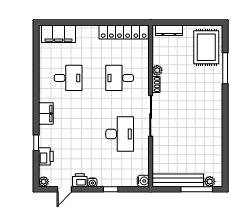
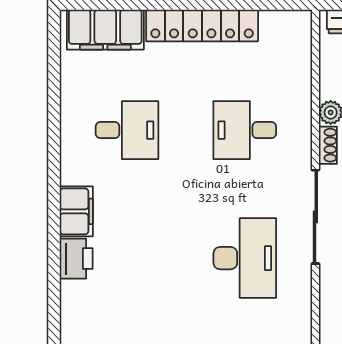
locker: (124, 32) -> (202, 25), moved
window: (36, 143) -> (54, 278), removed
printer: (46, 156) -> (76, 259), moved

